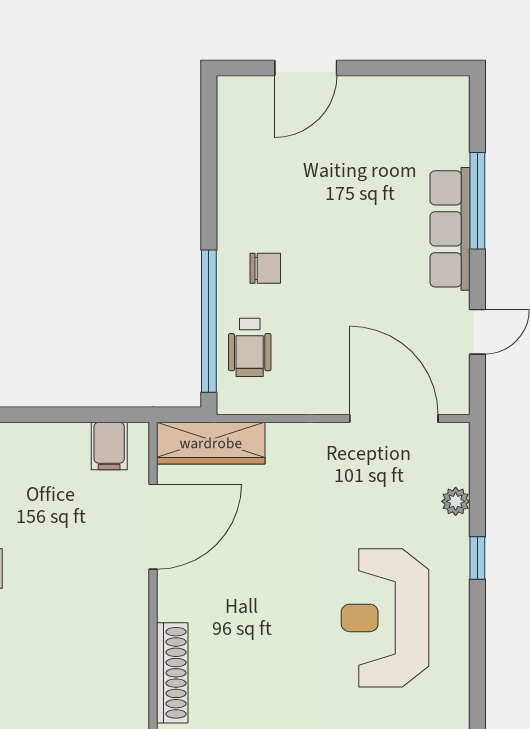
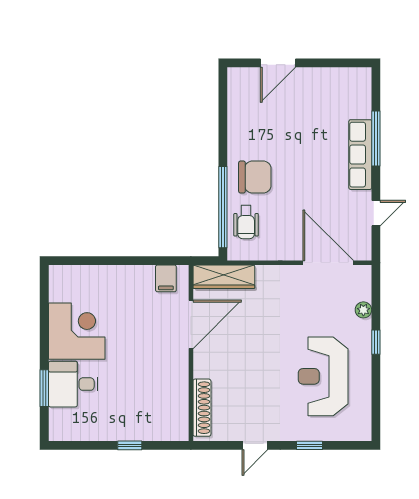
chair: (265, 268) -> (255, 177), width x1.87, depth x1.87

